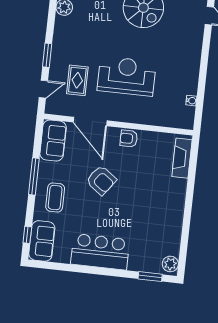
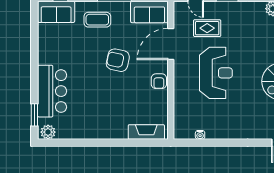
armchair: (129, 139) -> (159, 81), turned 180
armchair: (101, 180) -> (118, 60), turned 66
bar counter: (100, 252) -> (52, 91), moved

